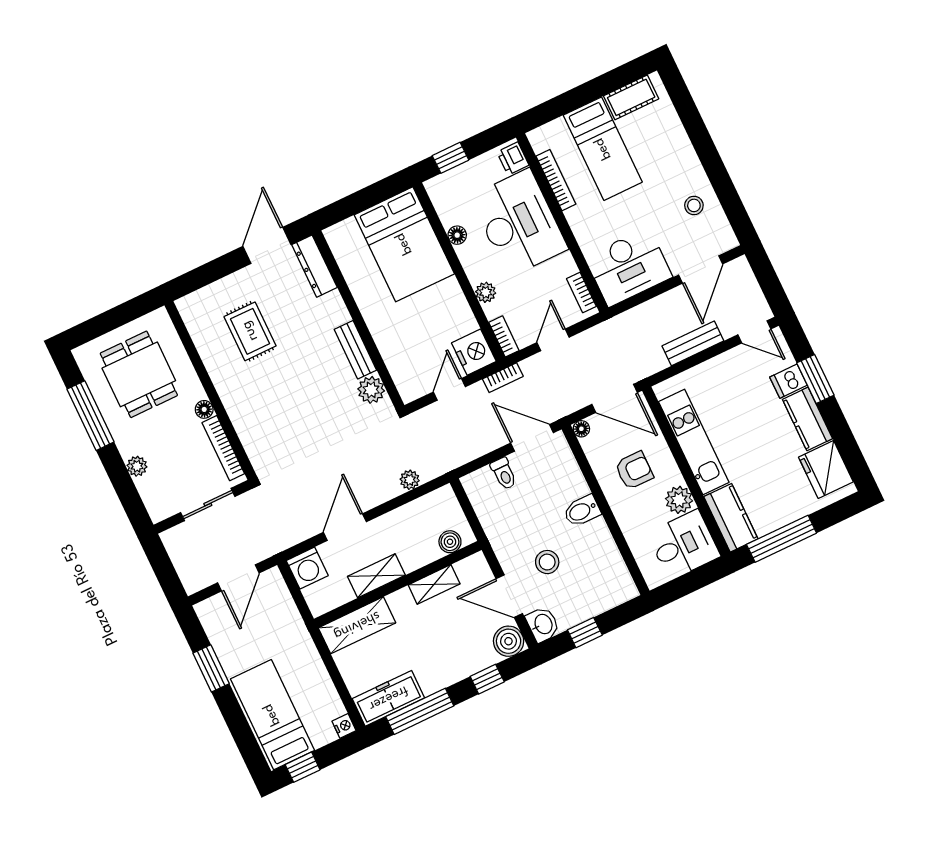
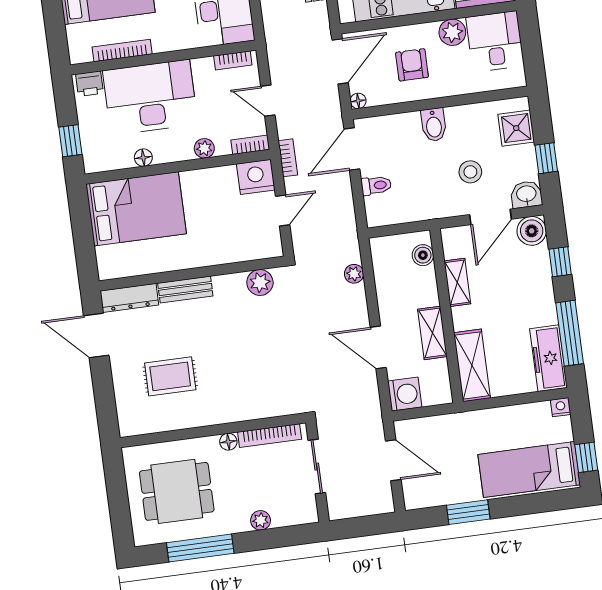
bench: (355, 350) -> (185, 290), moved
door: (449, 389) -> (283, 210), swing flipped
shower: (605, 593) -> (516, 128), added

